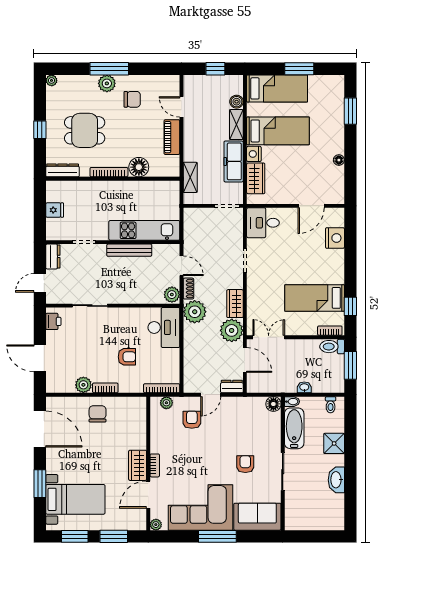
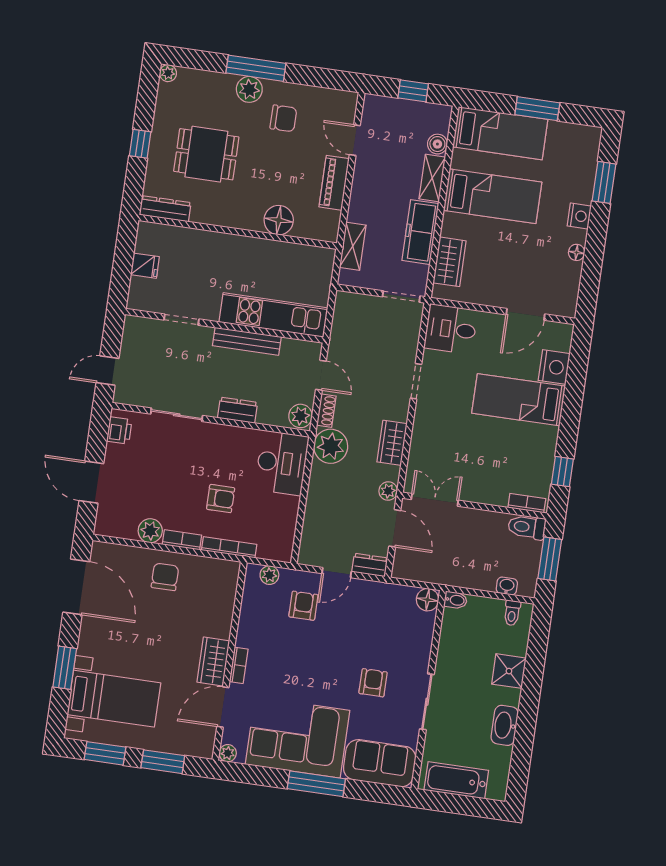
nightstand: (254, 154) -> (579, 216), moved, turned 180
bookcase: (109, 172) -> (233, 221), removed
dresser: (53, 256) -> (237, 410), moved, turned -90
bed: (315, 298) -> (519, 400), moved
plant: (232, 330) -> (388, 491), width x0.53, depth x0.53
washbasin: (304, 387) -> (507, 586), moved
bookcase: (162, 388) -> (229, 547), moved
bathtub: (294, 428) -> (456, 780), moved, turned -90

